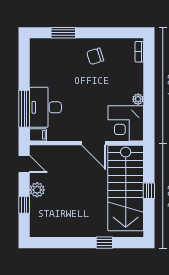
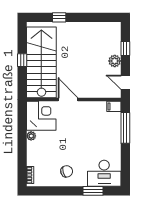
desk: (45, 107) -> (104, 173), moved, turned 90

